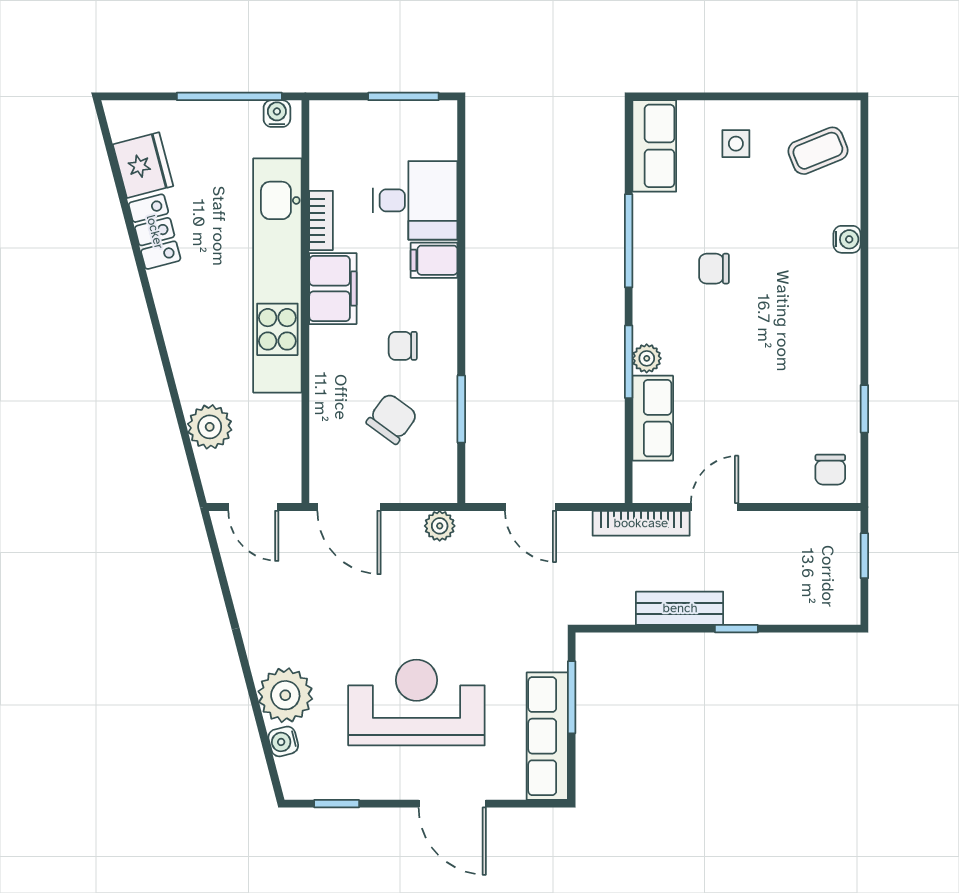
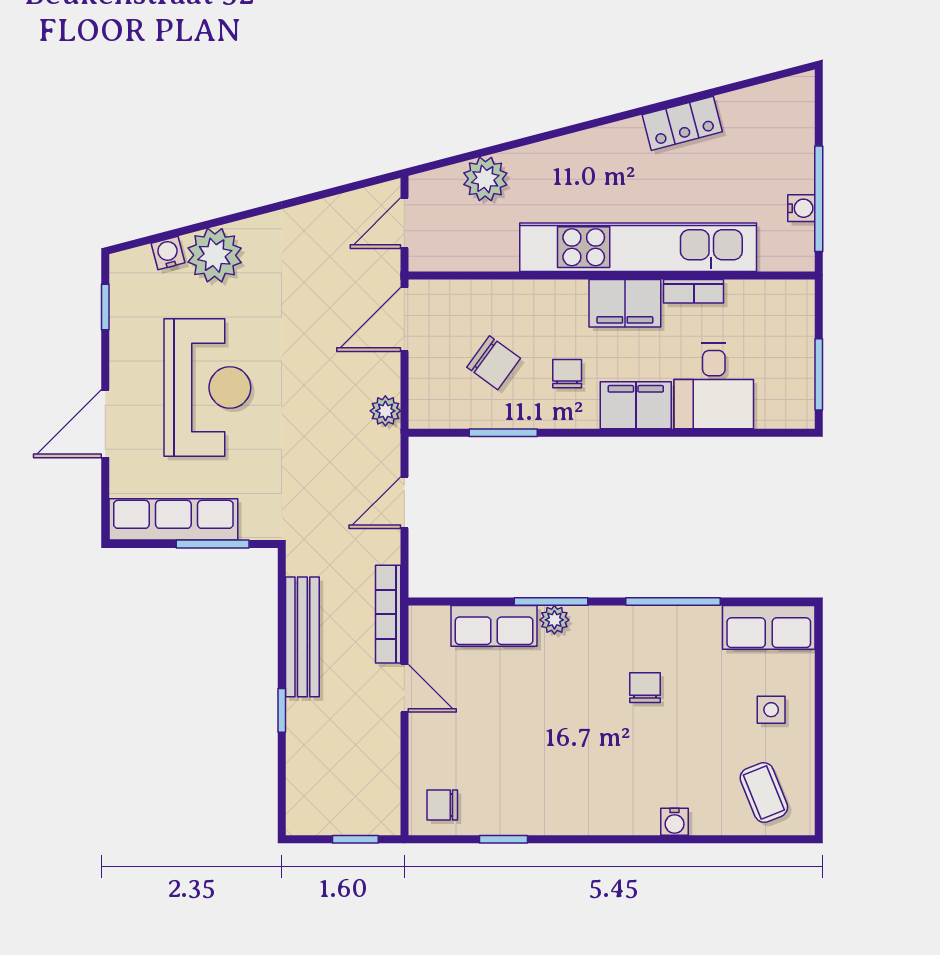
water cooler: (277, 114) -> (801, 208), moved
fridge: (143, 165) -> (749, 112), removed
filing cabinet: (434, 260) -> (636, 405), width x2.00
bench: (680, 608) -> (302, 637), width x1.36

